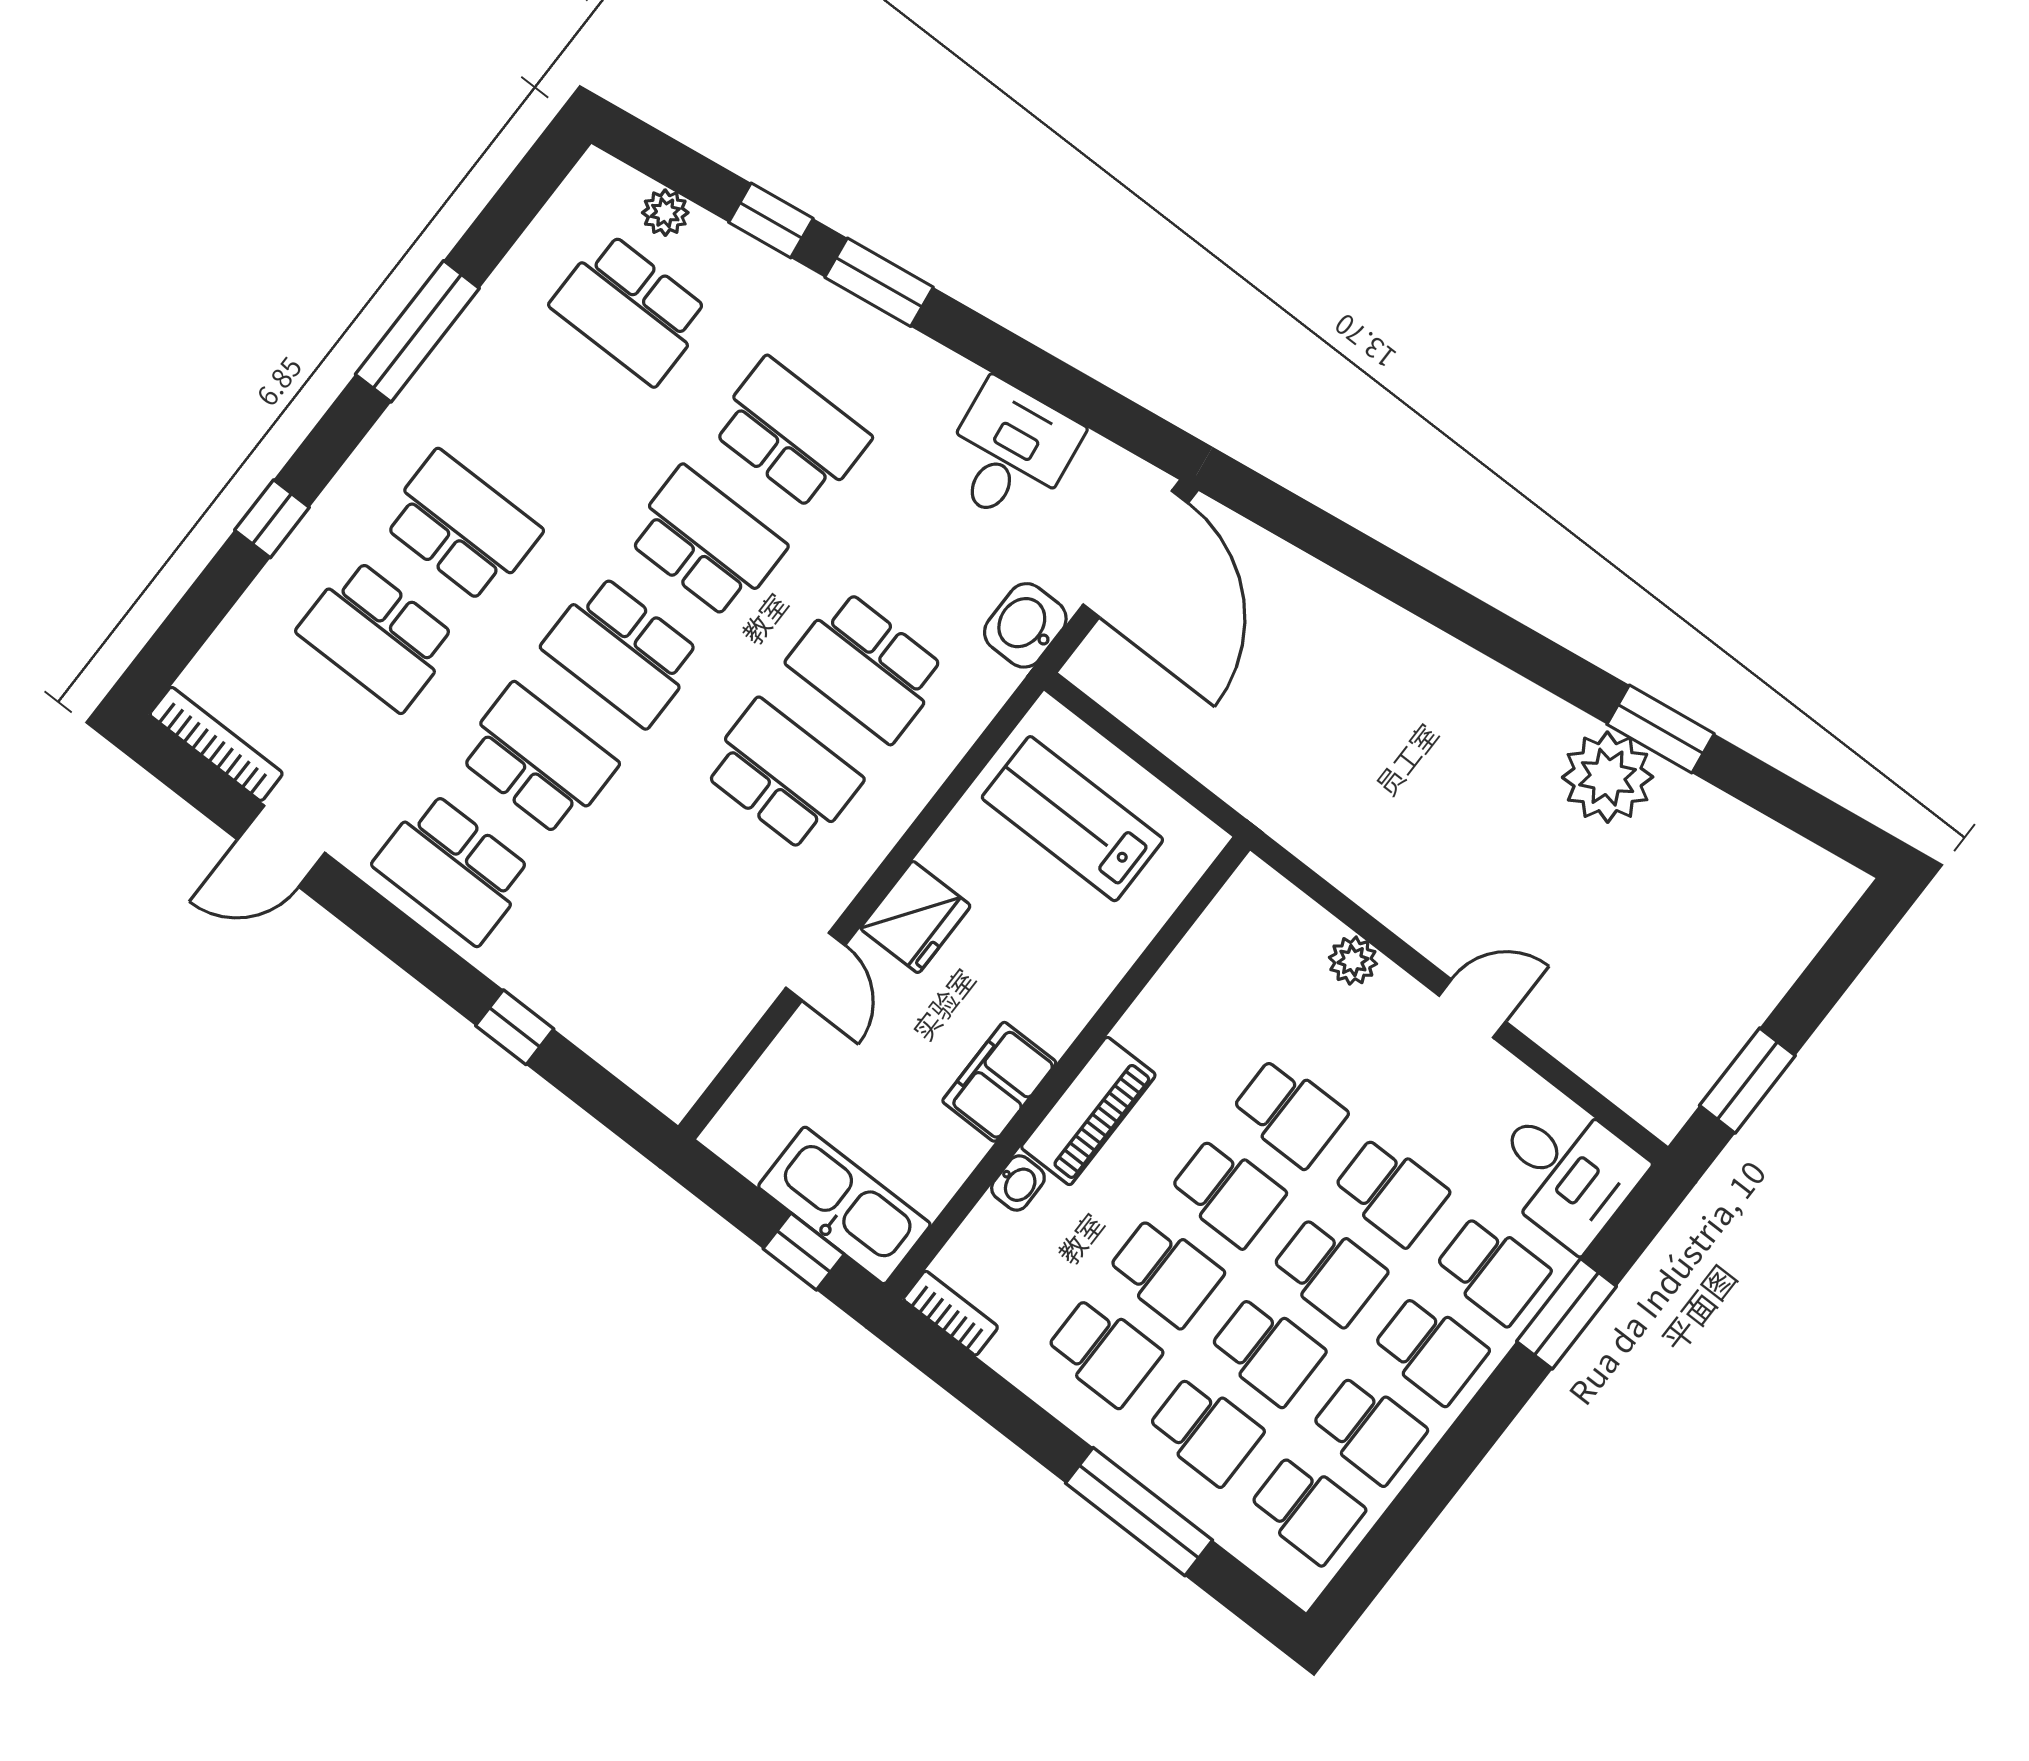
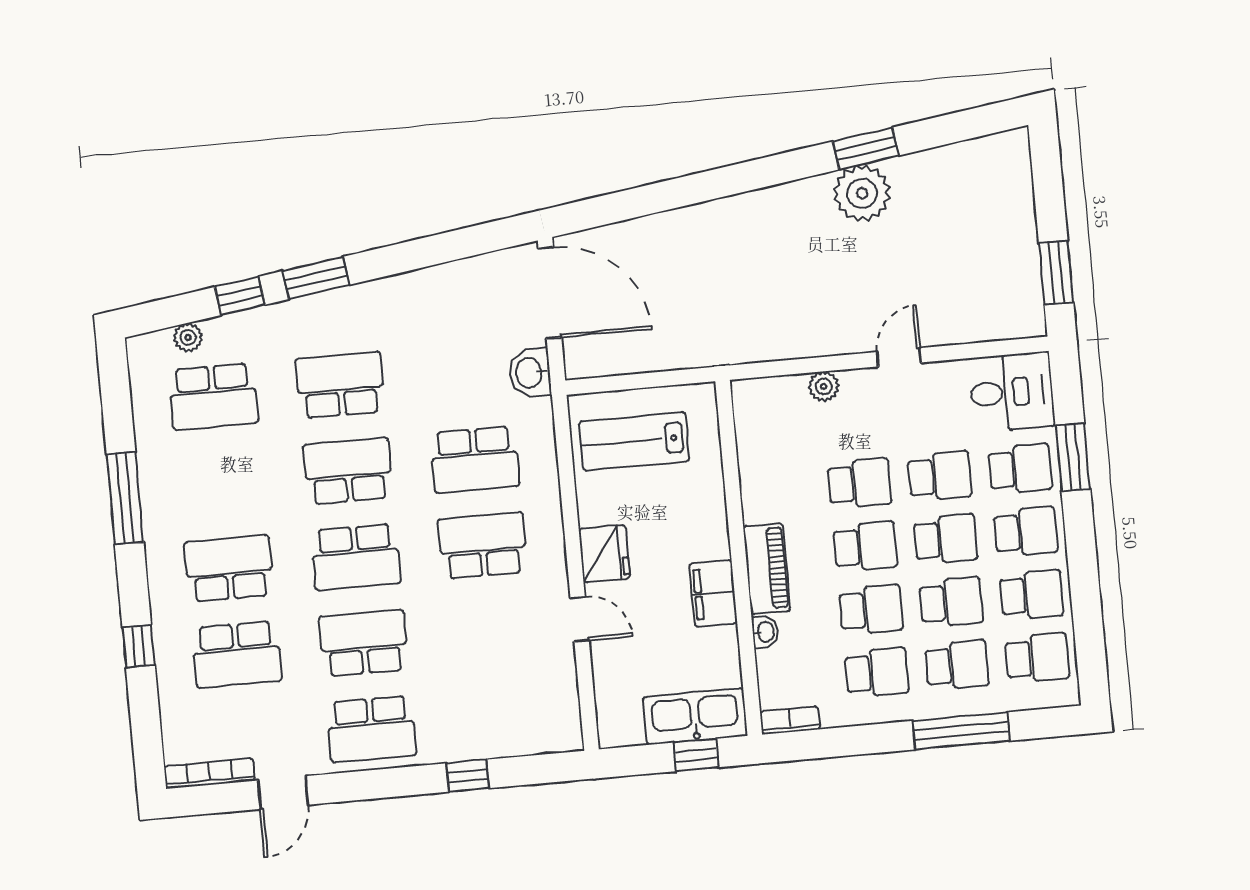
desk: (1010, 453) -> (449, 300), removed

